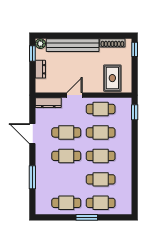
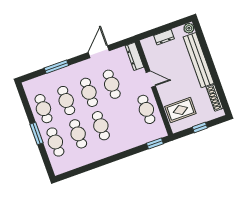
window: (135, 49) -> (200, 127), moved
window: (32, 54) -> (176, 24), removed
cafe table: (101, 132) -> (66, 100), moved

